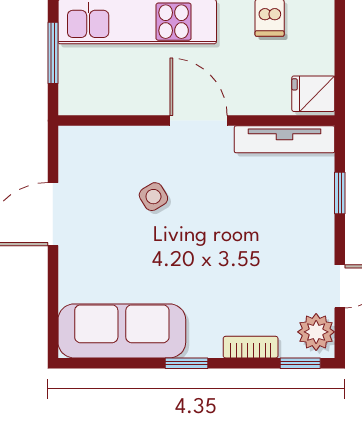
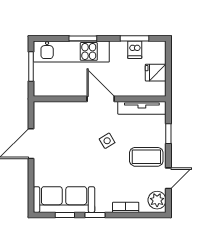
fridge: (313, 94) -> (156, 73), moved
side table: (153, 197) -> (107, 141), moved
coffee table: (294, 242) -> (146, 157), added
window: (300, 363) -> (65, 215), moved

